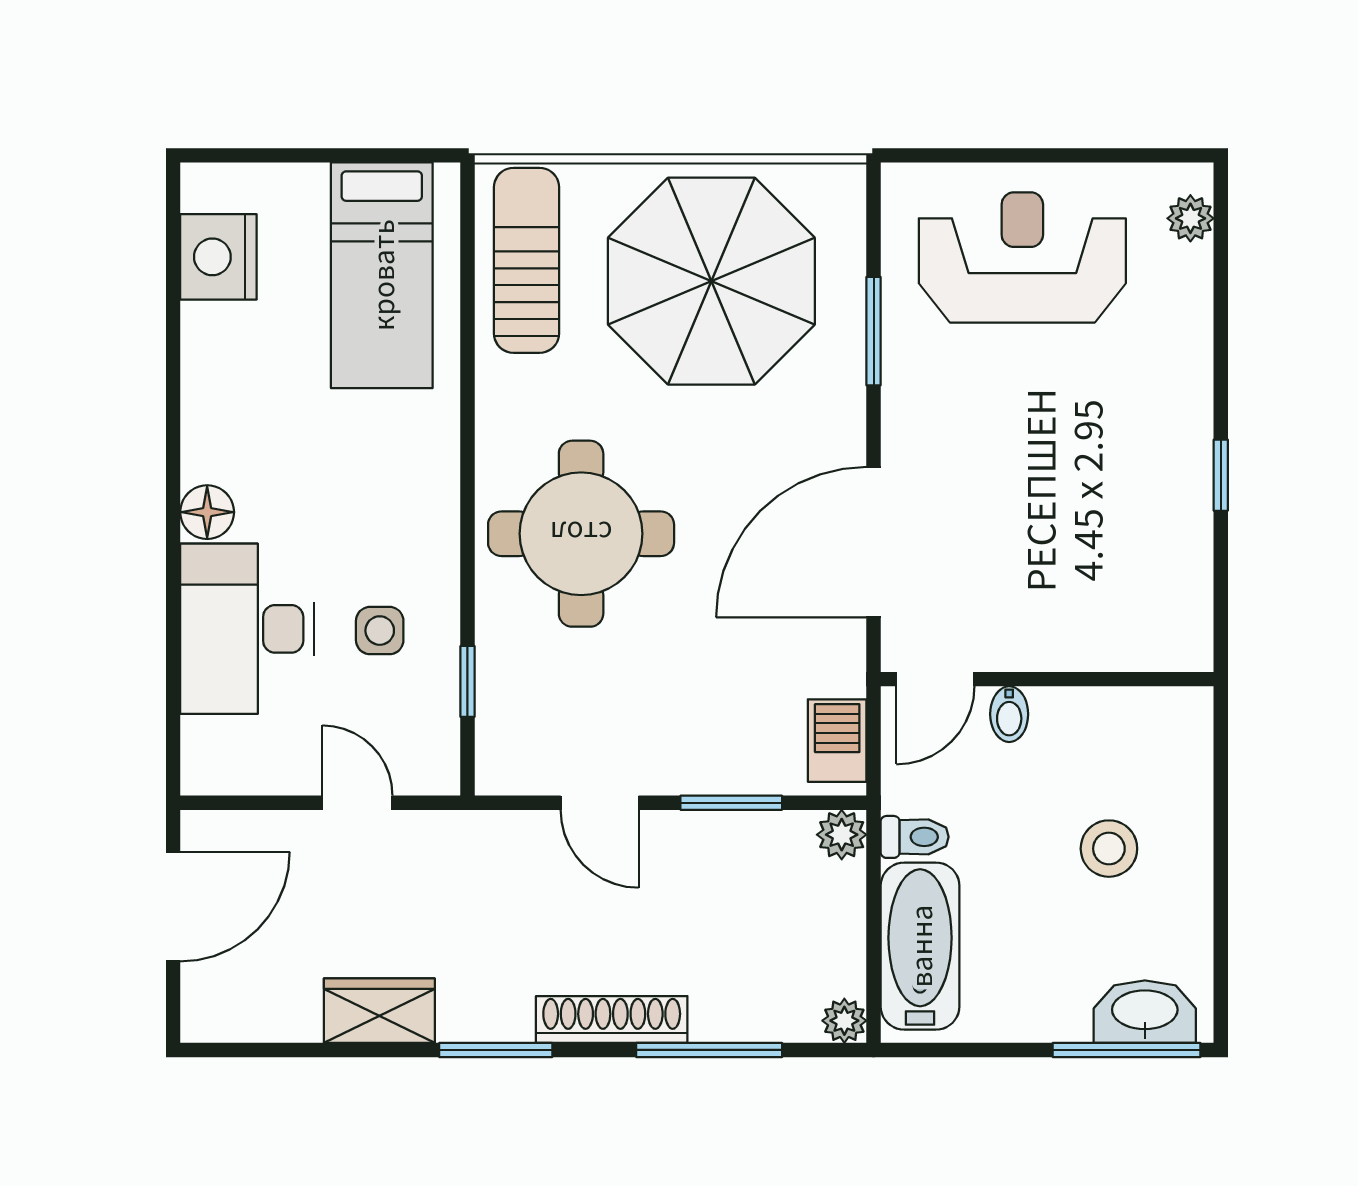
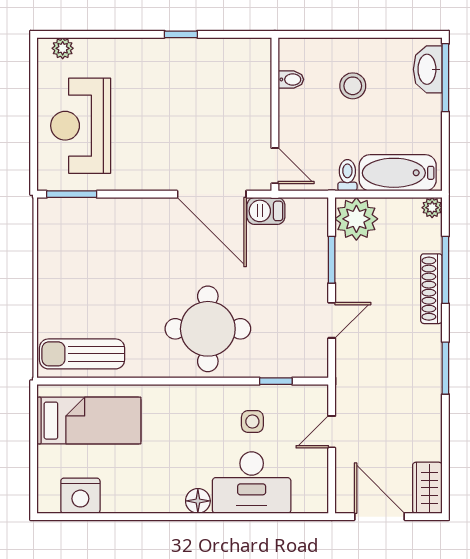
parasol: (711, 281) -> (92, 269), removed
window: (874, 331) -> (72, 194), moved
bidet: (1009, 714) -> (291, 79), moved
barbecue: (837, 741) -> (266, 211), moved
plant: (842, 835) -> (356, 219), width x1.88, depth x1.88
wardrobe: (379, 1011) -> (427, 488), moved
shoe rack: (612, 1019) -> (431, 289), moved

